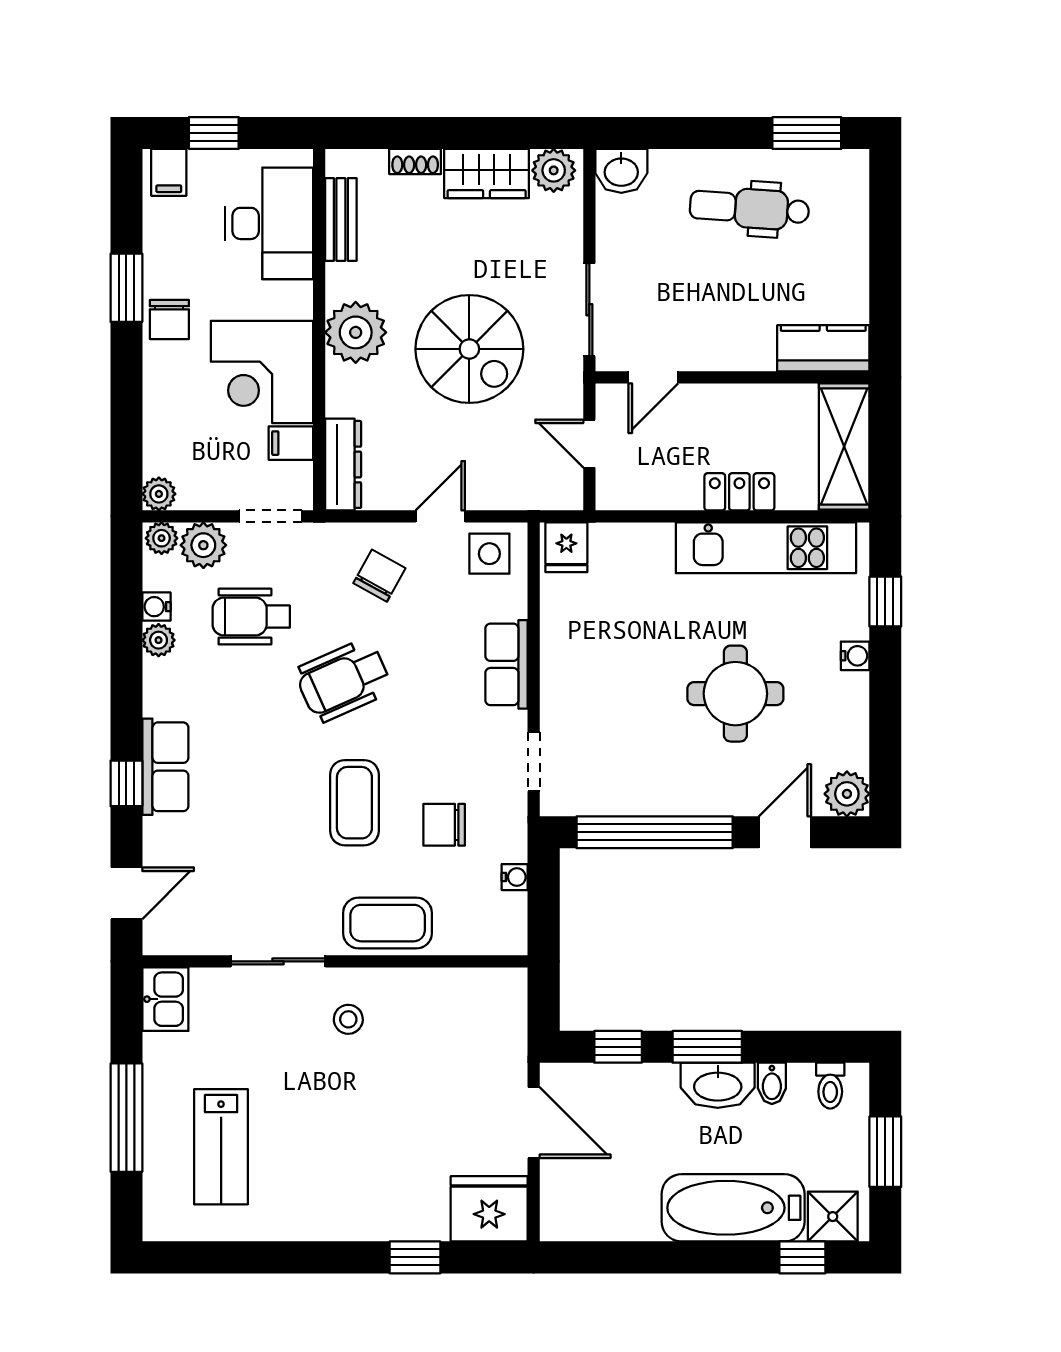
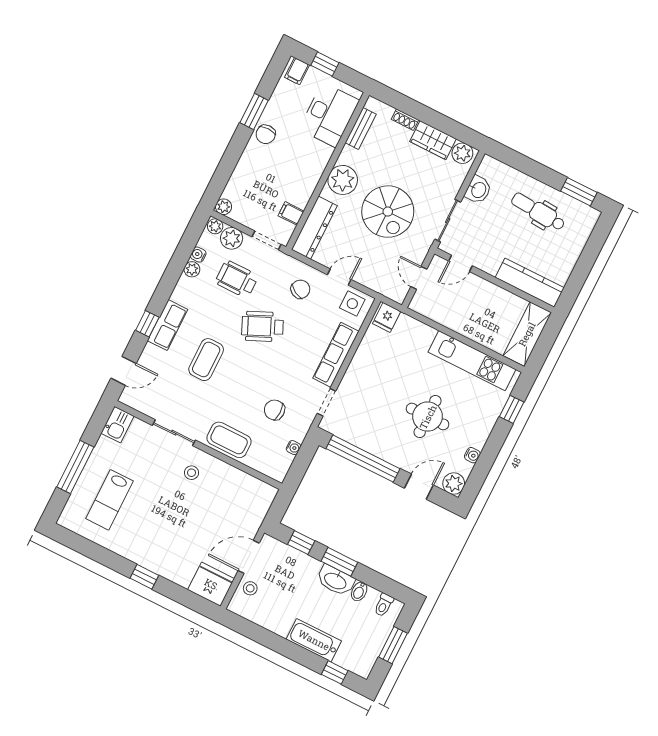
washbasin: (621, 171) -> (478, 190), moved, turned -90
kitchen counter: (823, 348) -> (530, 283), width x1.50
corner desk: (262, 372) -> (294, 177), removed
dresser: (343, 464) -> (314, 228), width x1.37, depth x1.24
locker: (739, 492) -> (473, 331), removed
water cooler: (855, 656) -> (472, 455), moved
row of seats: (507, 664) -> (336, 355), width x1.48
coffee table: (354, 803) -> (206, 360), moved
door: (534, 1123) -> (249, 557), swing flipped
stool: (566, 1180) -> (250, 588), added
bathtub: (733, 1208) -> (314, 640), width x0.73, depth x0.73
shower: (833, 1217) -> (357, 662), removed
window: (415, 1257) -> (144, 577), moved

